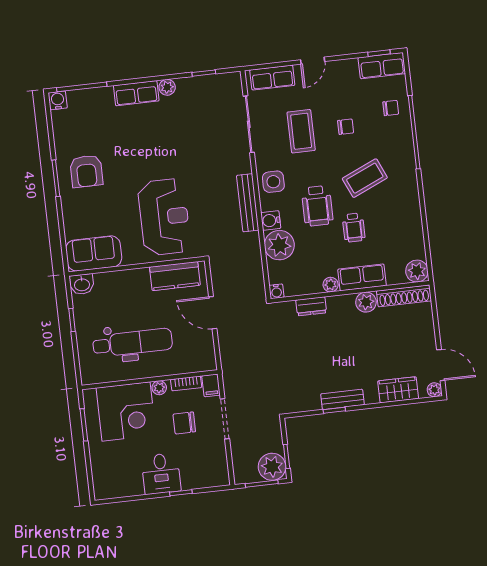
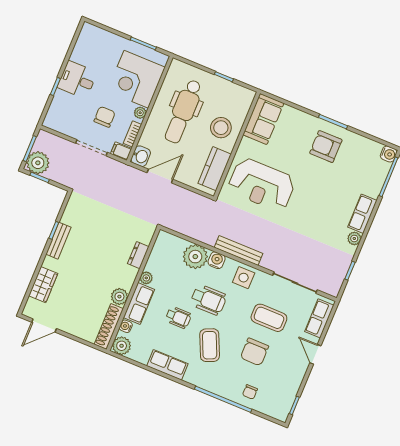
row of seats: (382, 66) -> (167, 365), moved, turned 90
chair: (346, 127) -> (254, 352), width x1.87, depth x1.87
wheelchair: (317, 206) -> (208, 300), turned 180
wheelchair: (354, 228) -> (178, 317), turned 180
washbasin: (82, 284) -> (141, 156), moved, turned 180
water cooler: (277, 291) -> (126, 326), moved
stool: (128, 293) -> (221, 128), added
door: (213, 313) -> (160, 176), moved
plant: (434, 390) -> (29, 311), removed

